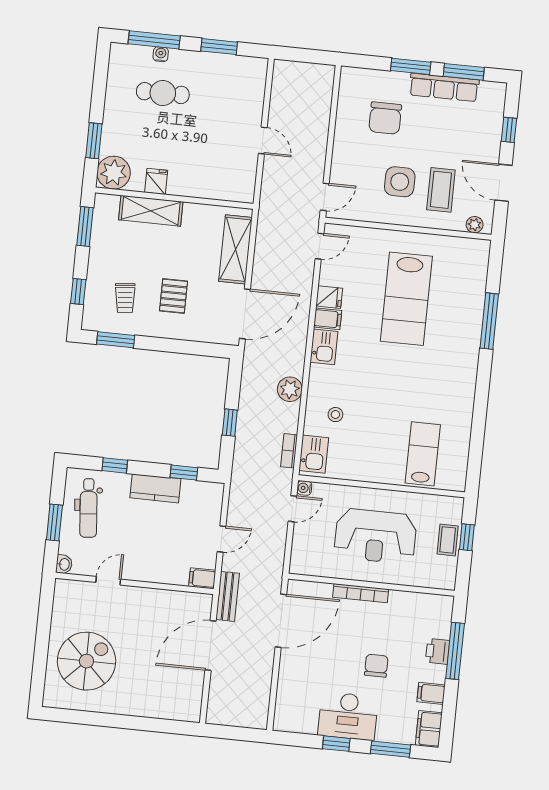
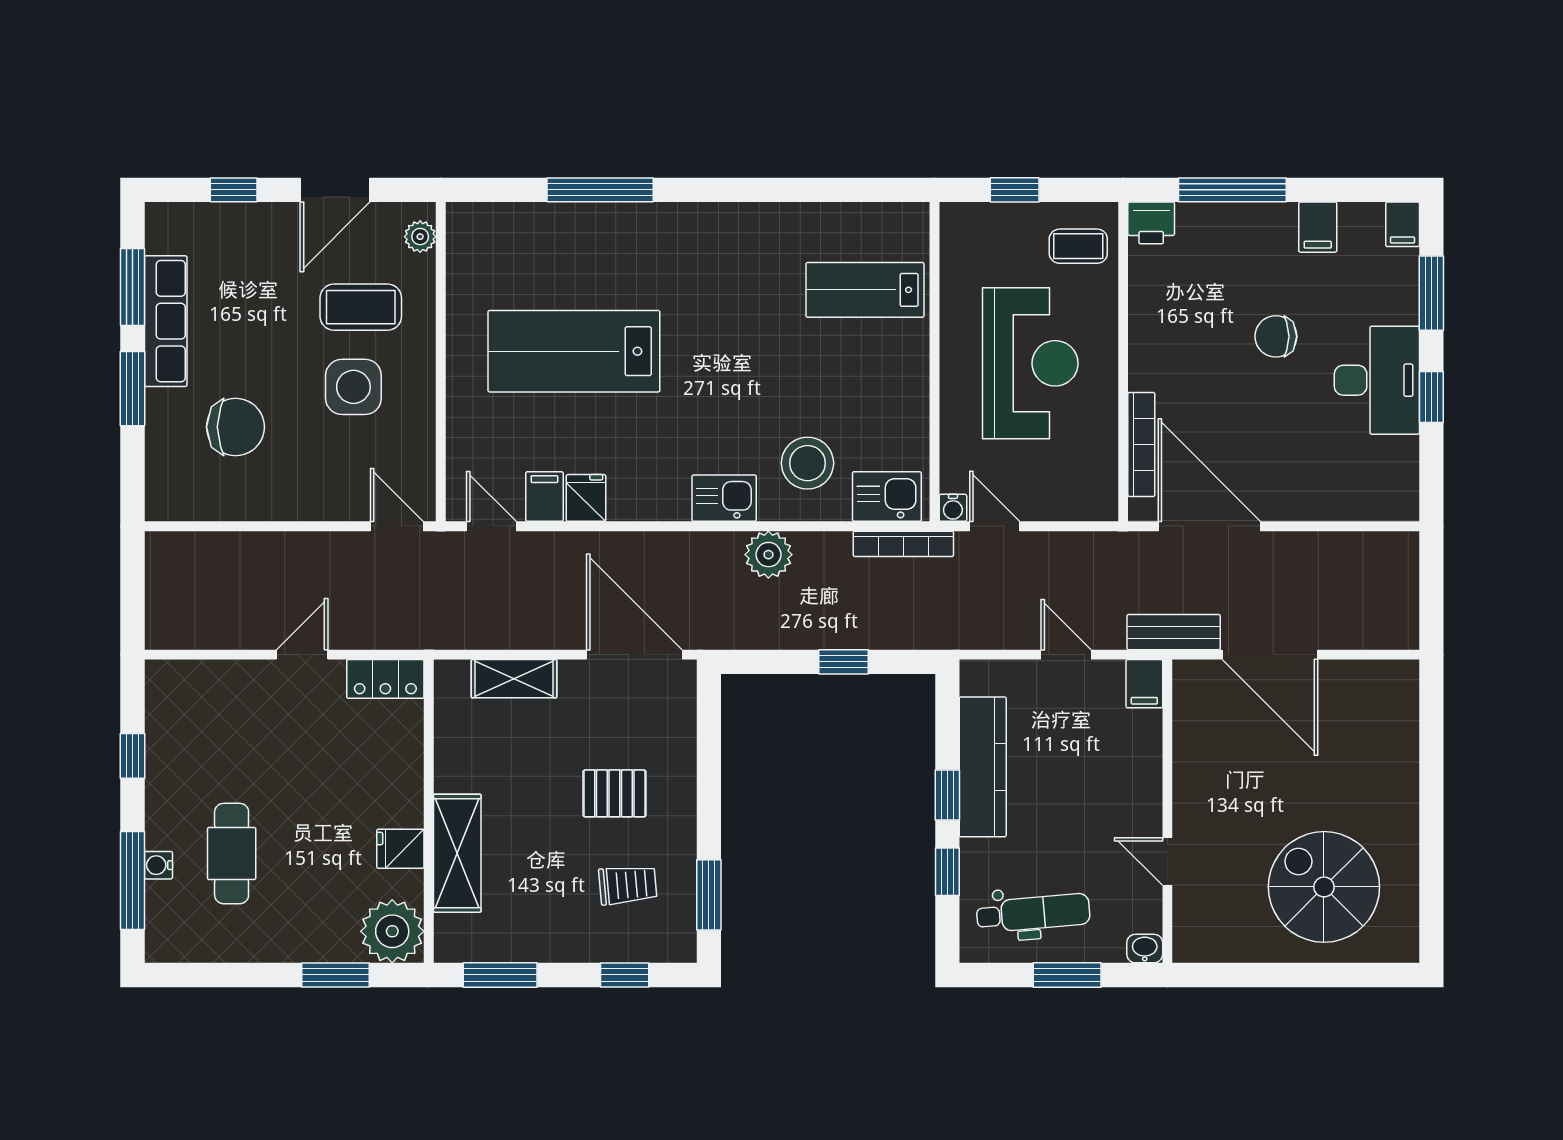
window: (219, 47) -> (132, 756), width x0.67
locker: (246, 183) -> (385, 679), added
shelving: (235, 249) -> (514, 679), width x0.67, depth x0.75
lab bench: (406, 299) -> (574, 351), turned 180
filing cabinet: (328, 319) -> (544, 497), moved
kitchen sink: (324, 347) -> (724, 498), moved
stool: (335, 415) -> (807, 463), width x1.89, depth x1.89
bookcase: (289, 451) -> (903, 544), width x1.56
window: (184, 473) -> (947, 795), moved
kitchen counter: (155, 488) -> (983, 767), width x1.50
coffee table: (448, 540) -> (1078, 246), moved
bookcase: (361, 593) -> (1141, 444), moved
printer: (438, 651) -> (1151, 223), moved
filing cabinet: (429, 729) -> (1403, 224), width x0.50

